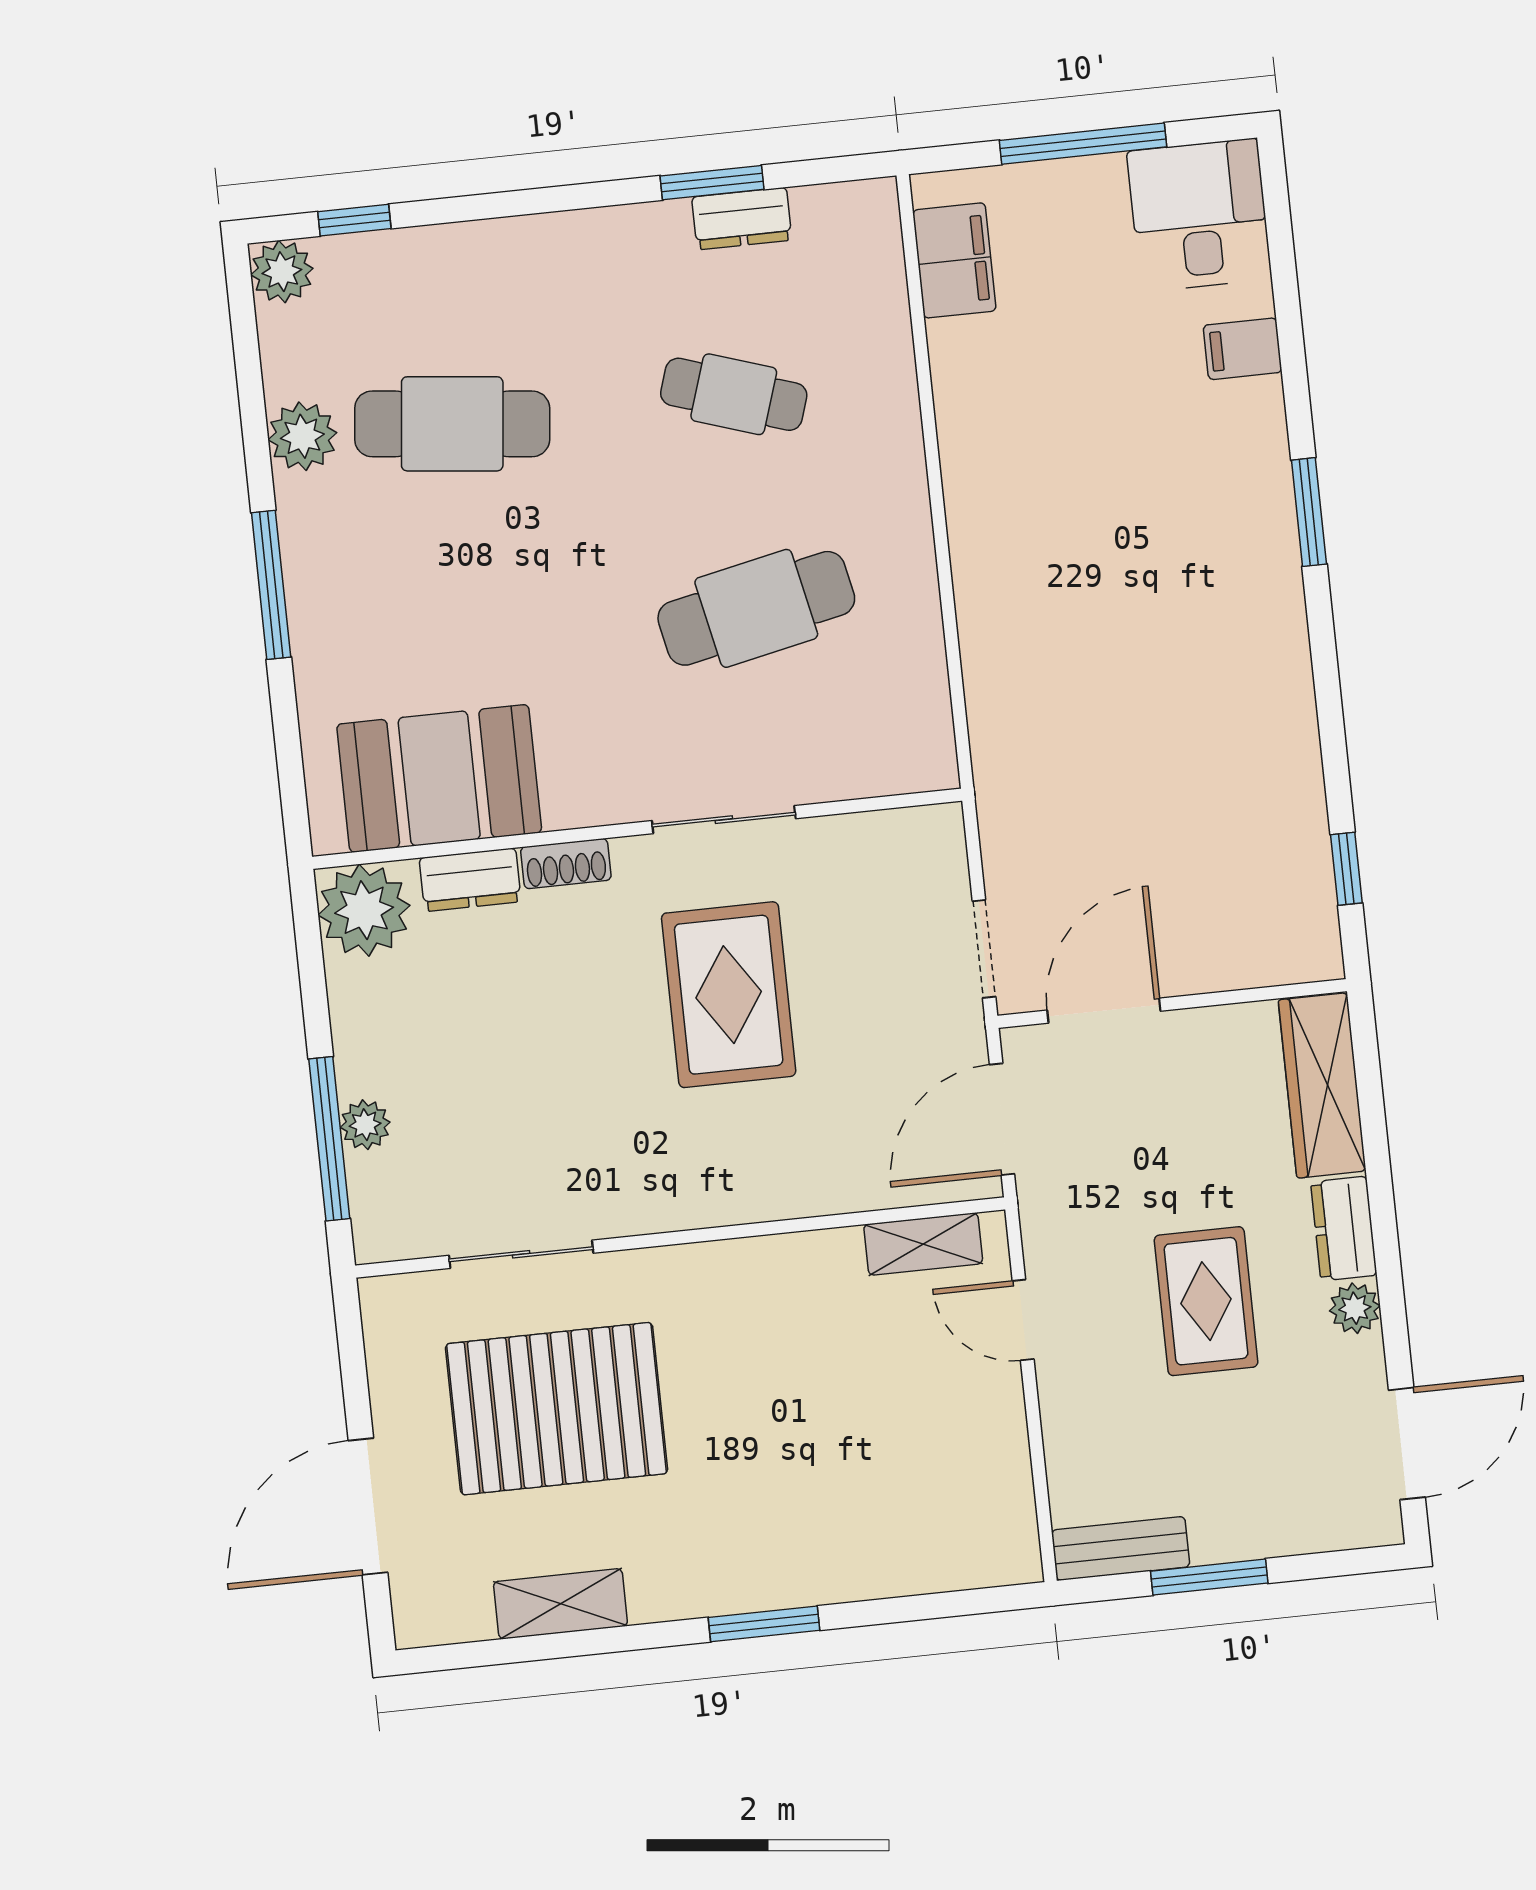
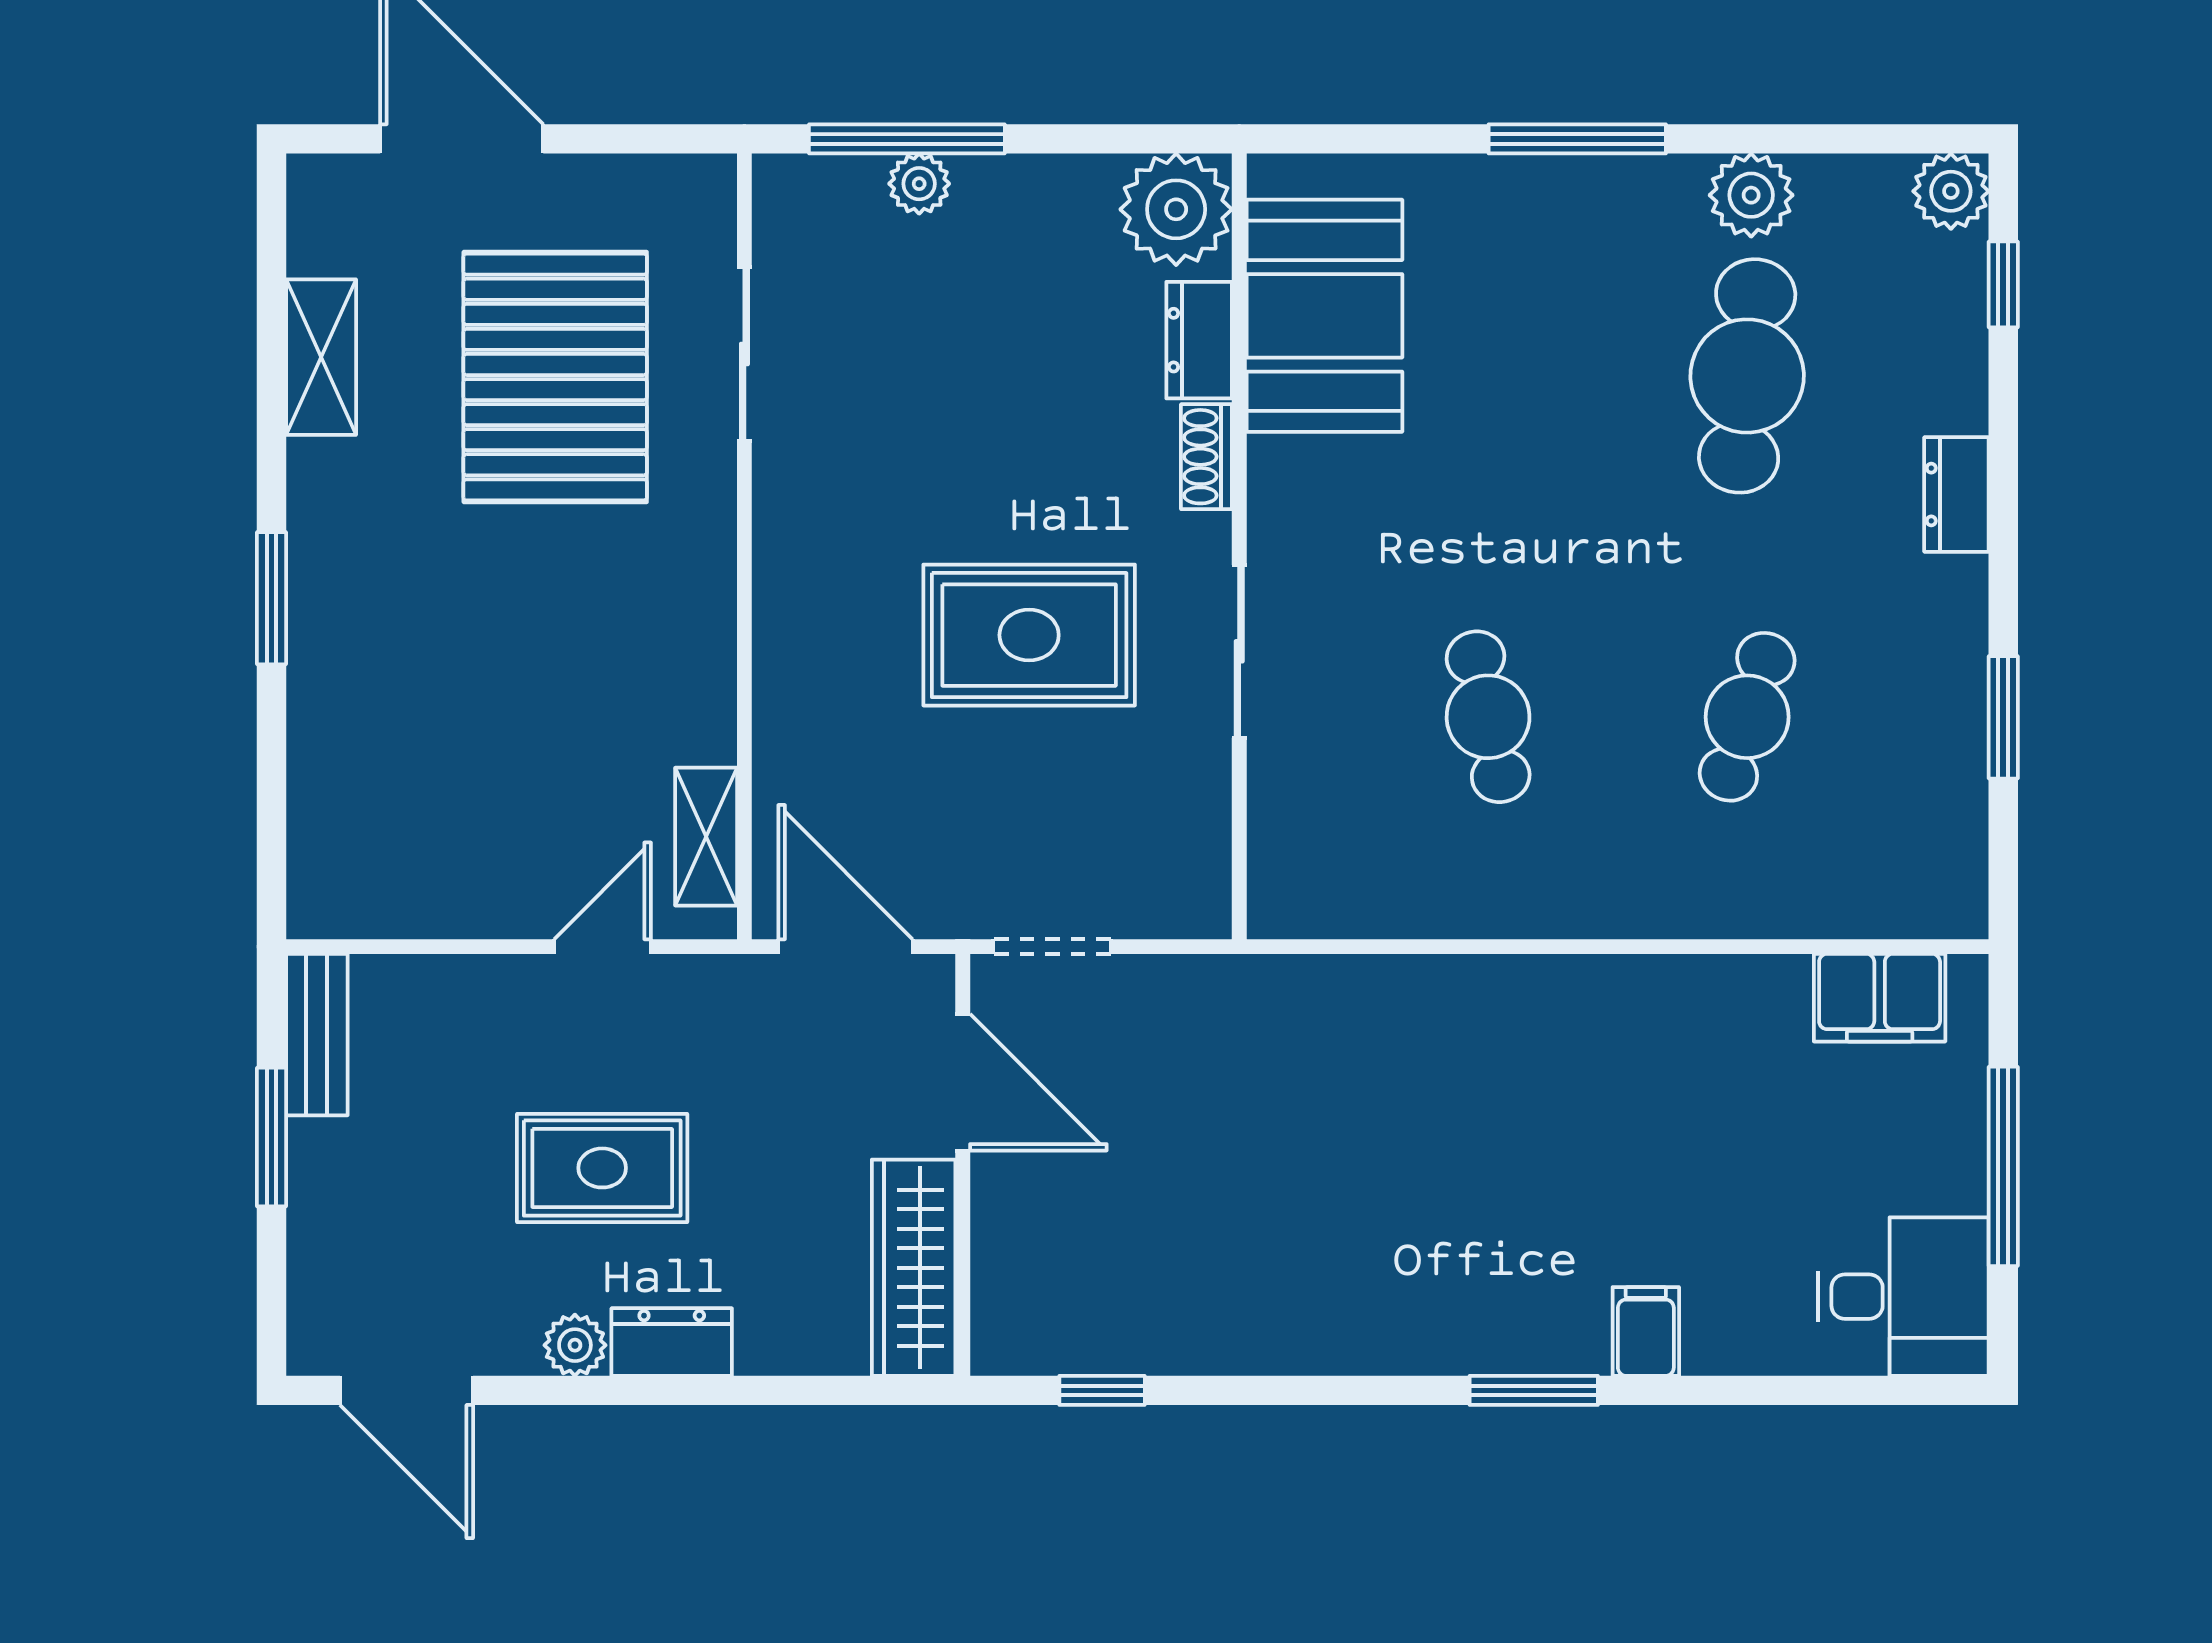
dresser: (742, 219) -> (1956, 494), moved
filing cabinet: (1243, 349) -> (1646, 1331), moved
cafe table: (756, 608) -> (1488, 717), width x0.73, depth x0.74
wardrobe: (1322, 1085) -> (914, 1268), moved, turned -90

